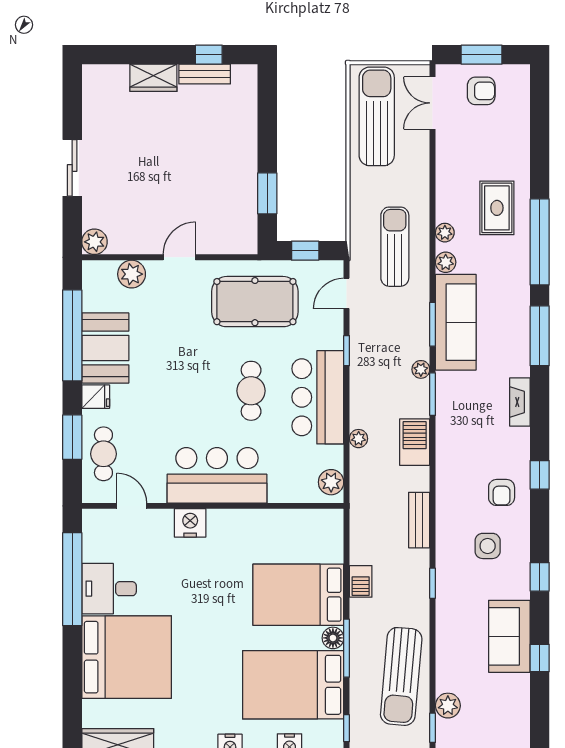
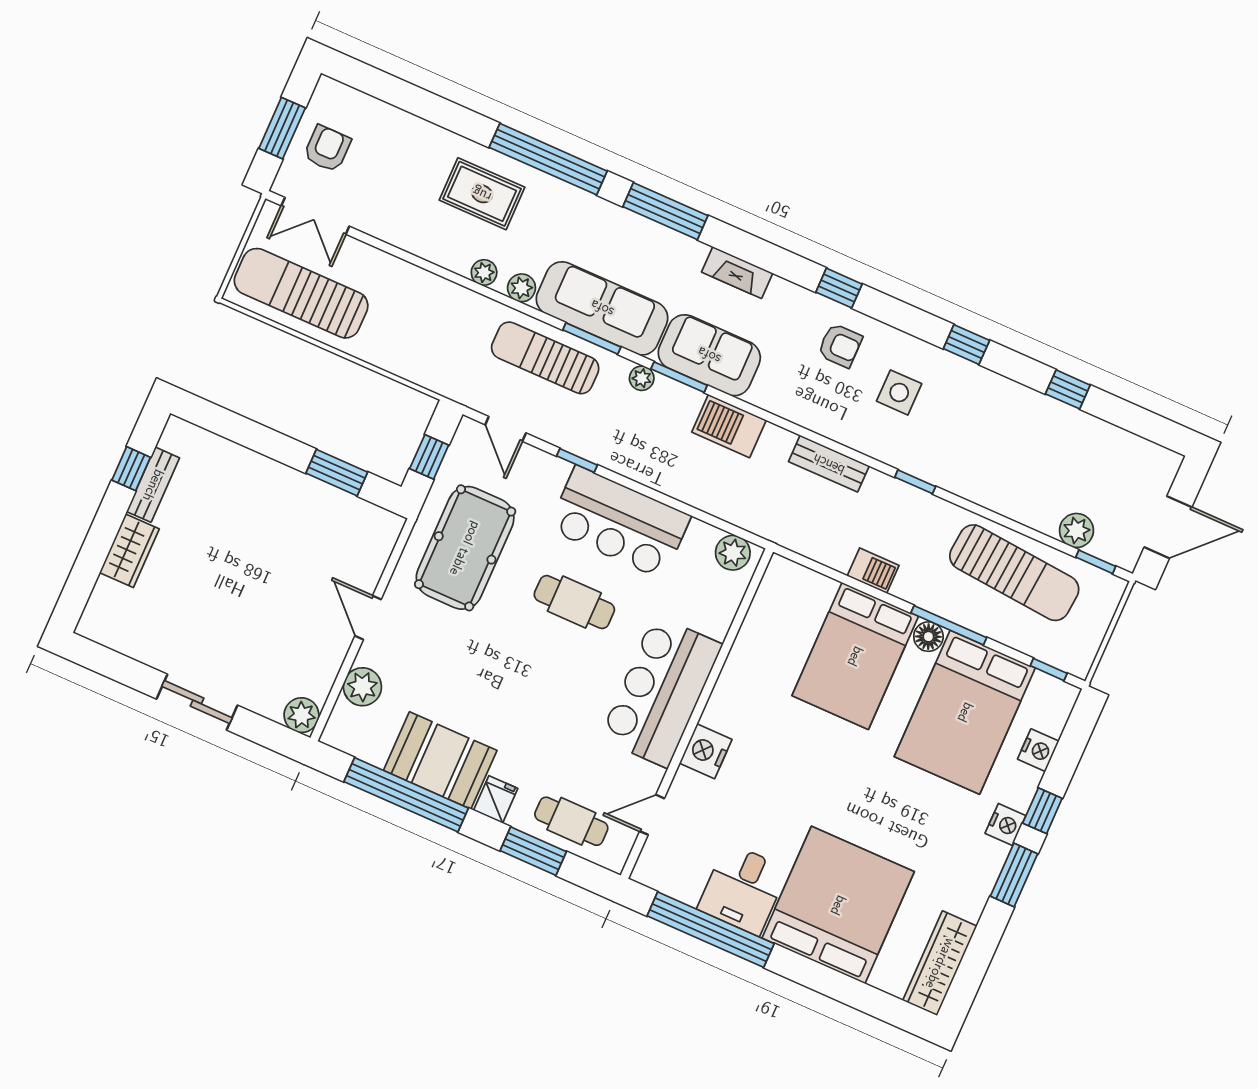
sun lounger: (395, 247) -> (545, 358), moved
plant: (359, 439) -> (694, 494), removed
sofa: (509, 636) -> (709, 355), moved, turned 180

